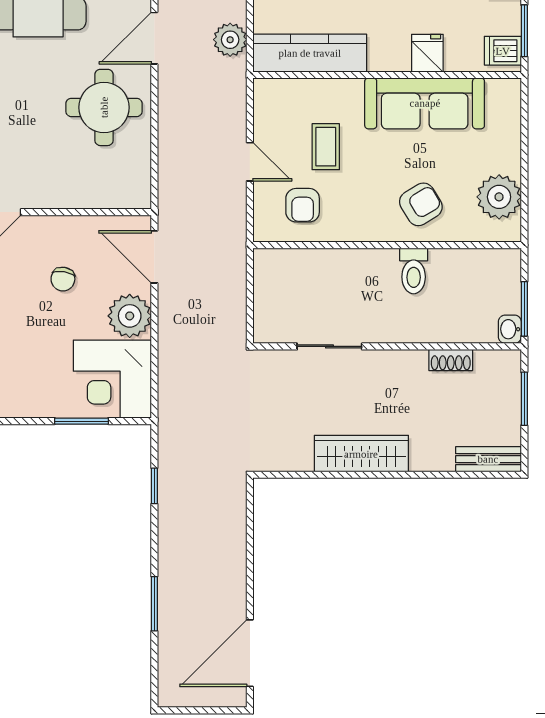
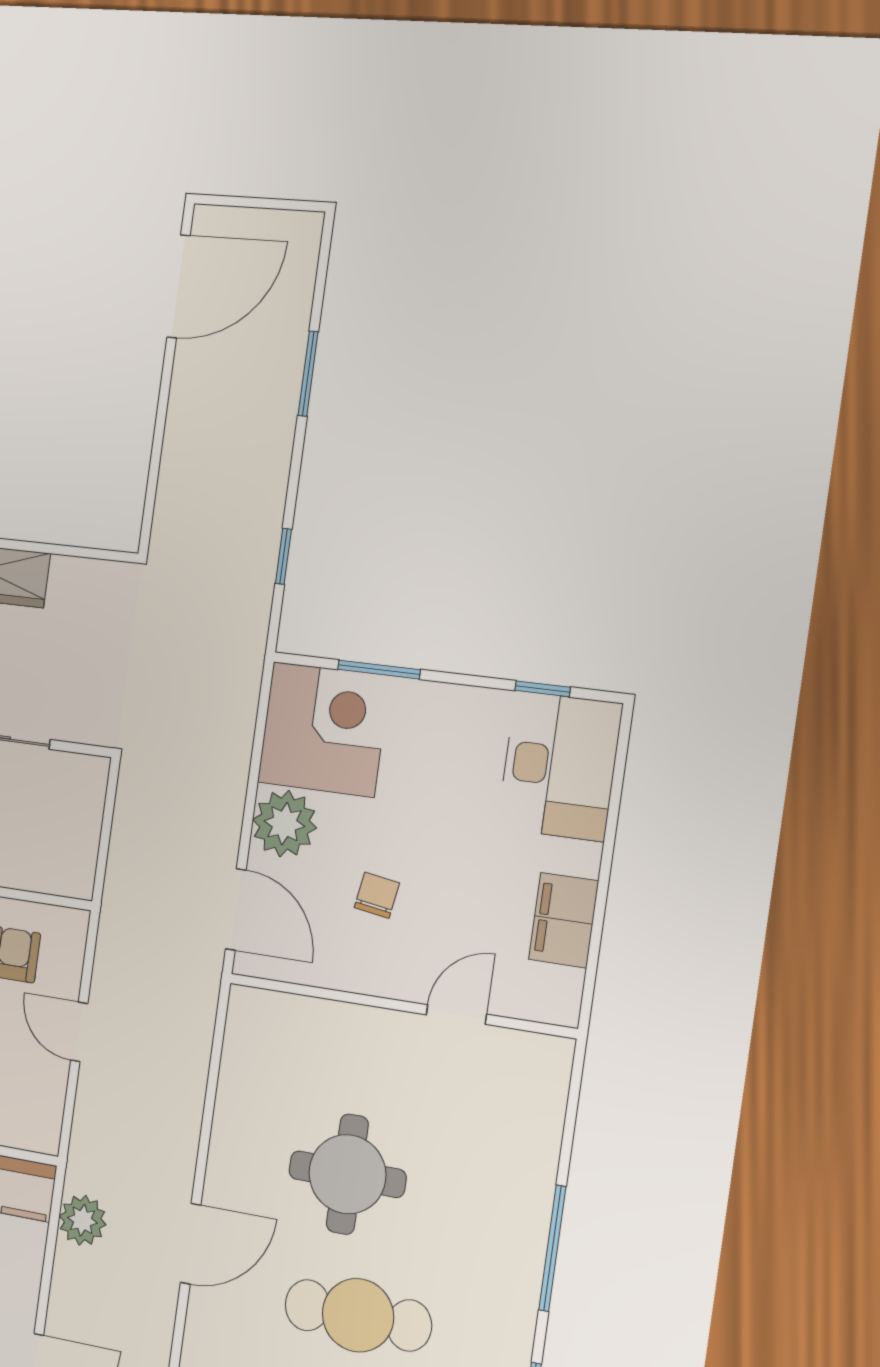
round table: (104, 107) -> (347, 1174), moved

